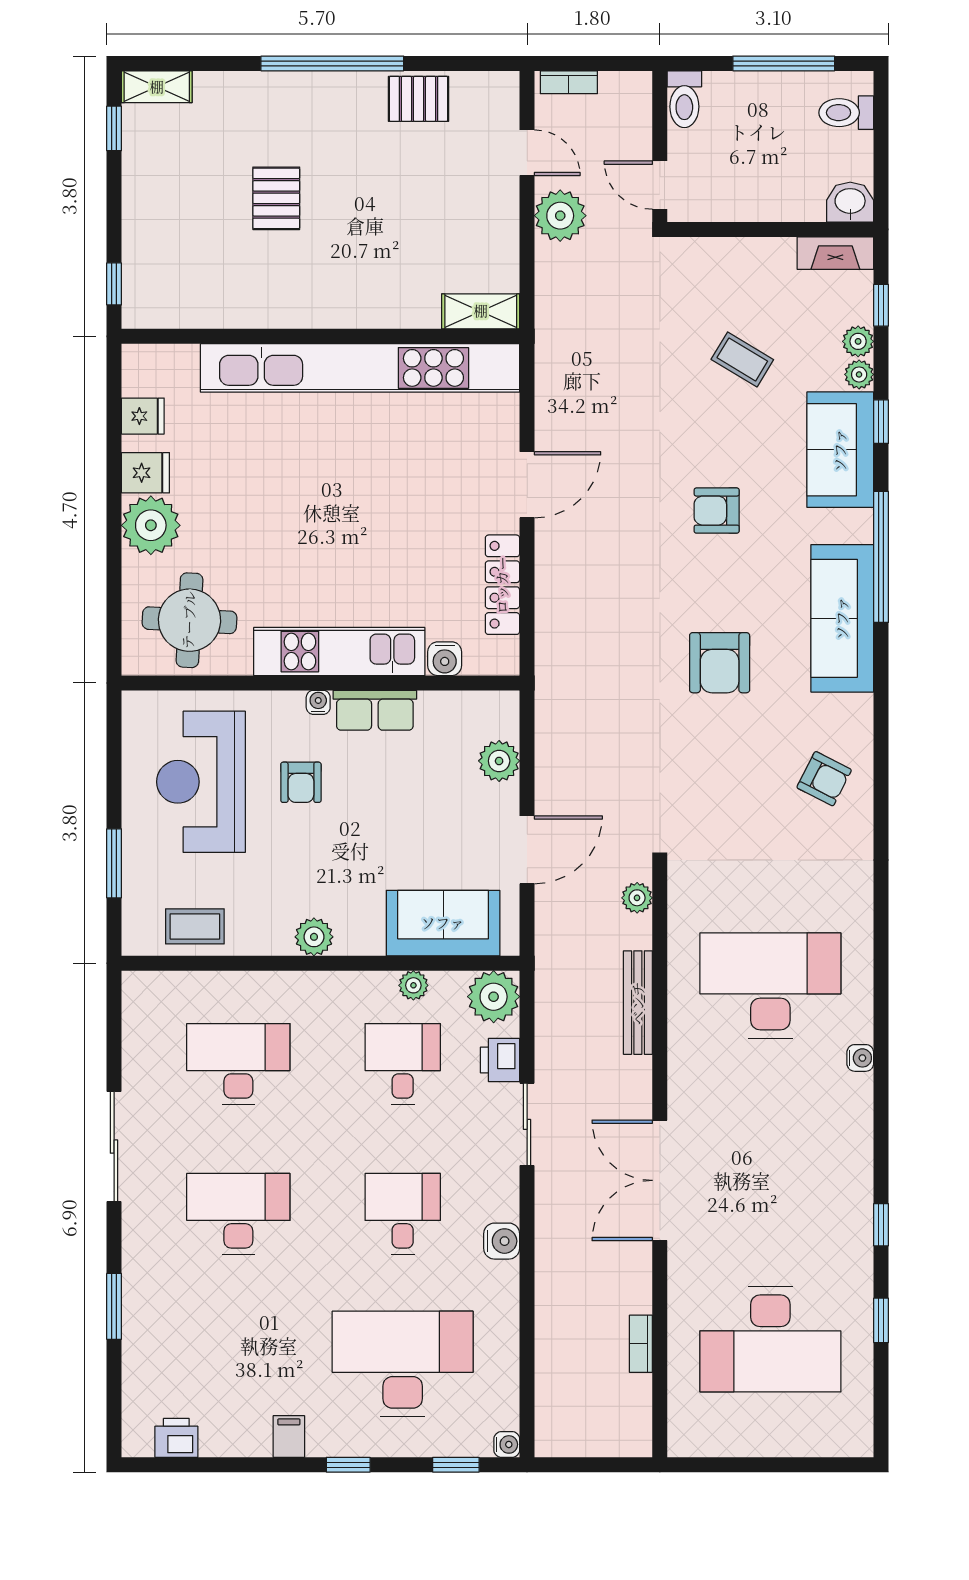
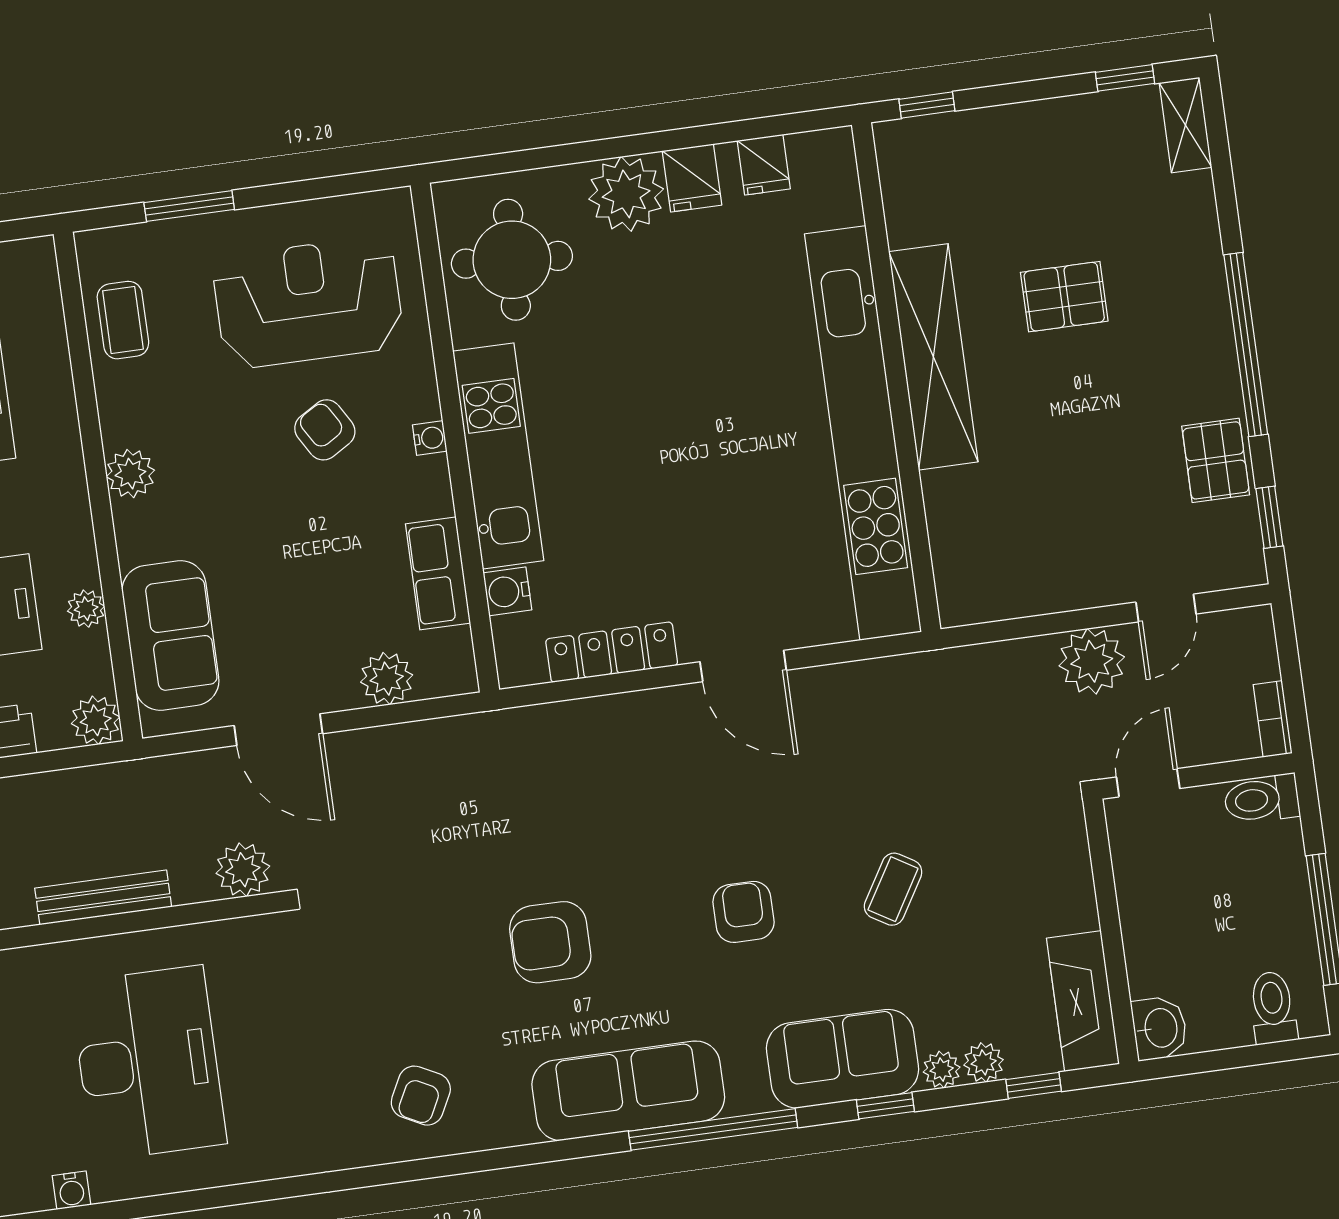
window: (468, 63) -> (1269, 517), added
bookcase: (569, 82) -> (1273, 719), moved
fireplace: (835, 253) -> (1083, 1001), width x1.37, depth x1.32
shelving: (481, 311) -> (933, 357), moved, width x2.20, depth x1.33
coffee table: (742, 359) -> (893, 889), moved
row of seats: (375, 710) -> (438, 573), moved
armchair: (301, 782) -> (325, 430), turned 59
plant: (637, 898) -> (243, 870), width x1.38, depth x1.38
plant: (494, 997) -> (96, 720), width x0.73, depth x0.73

